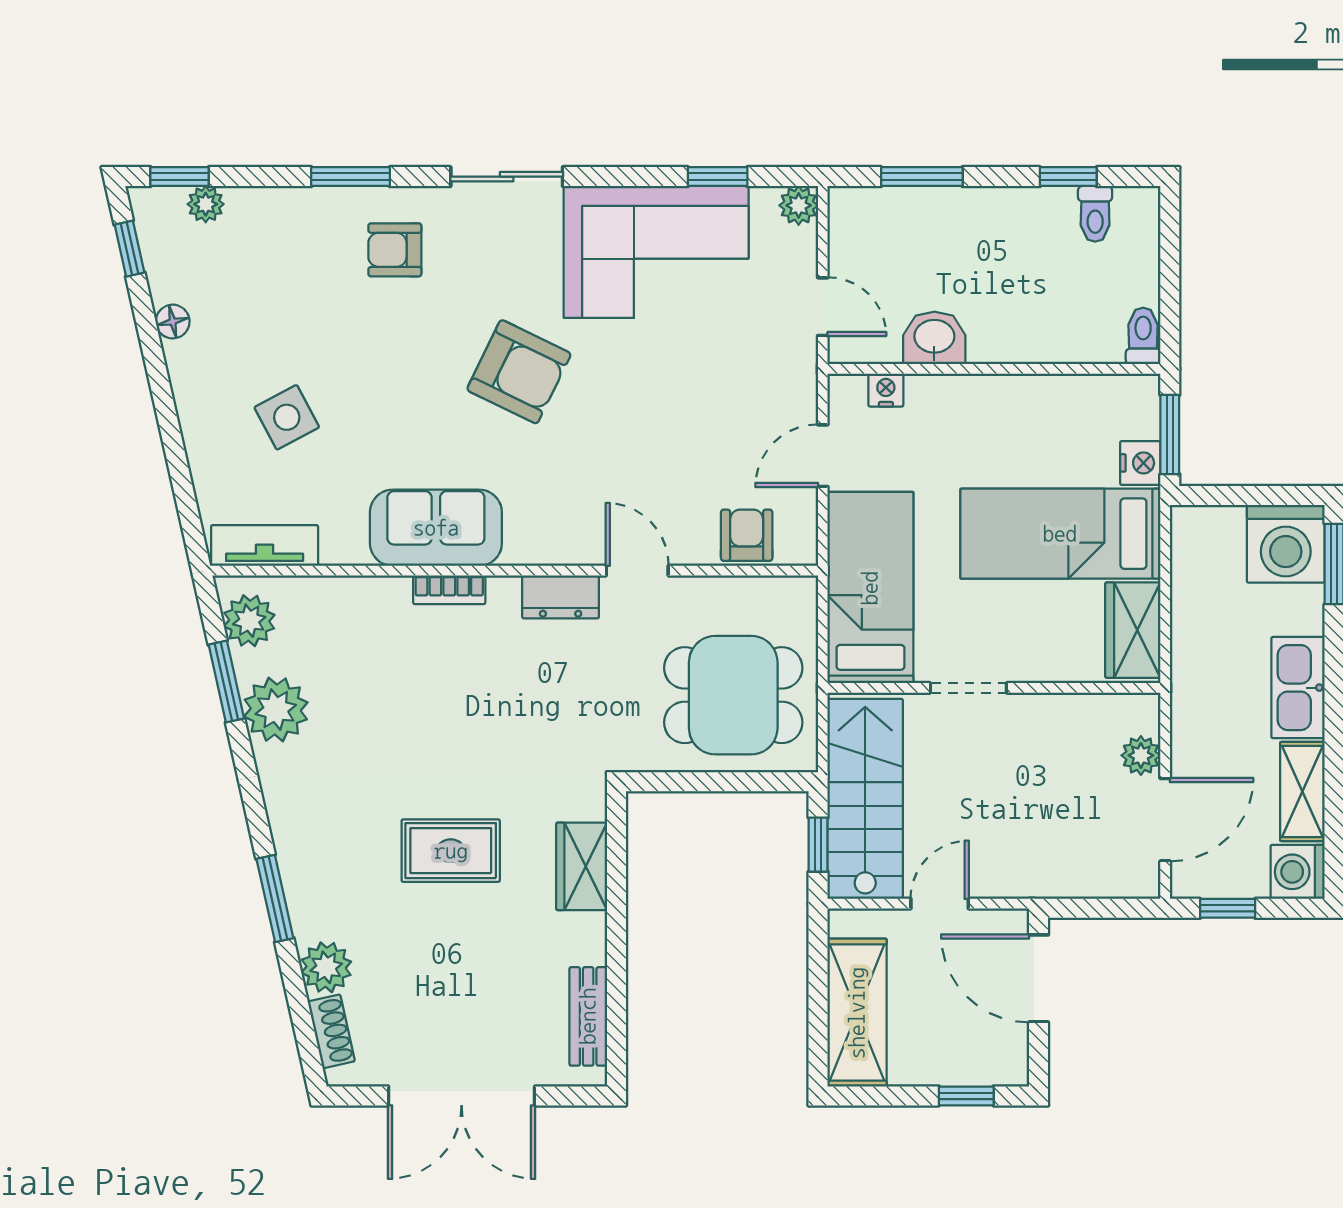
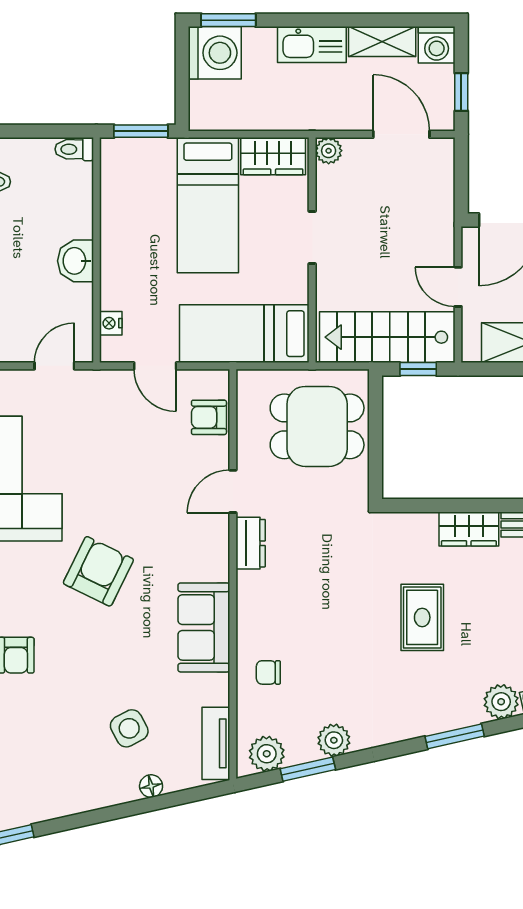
floor lamp: (173, 322) -> (151, 786), moved
washbasin: (934, 338) -> (75, 261), moved
nightstand: (1140, 463) -> (160, 151), removed
bookcase: (449, 590) -> (246, 618), removed
chair: (369, 623) -> (268, 672), added
doorway: (968, 688) -> (312, 238), moved
dining table: (733, 695) -> (317, 426), turned 90
plant: (276, 710) -> (334, 740), width x0.73, depth x0.73
plant: (1141, 755) -> (329, 151), moved
wardrobe: (582, 866) -> (469, 529), moved

